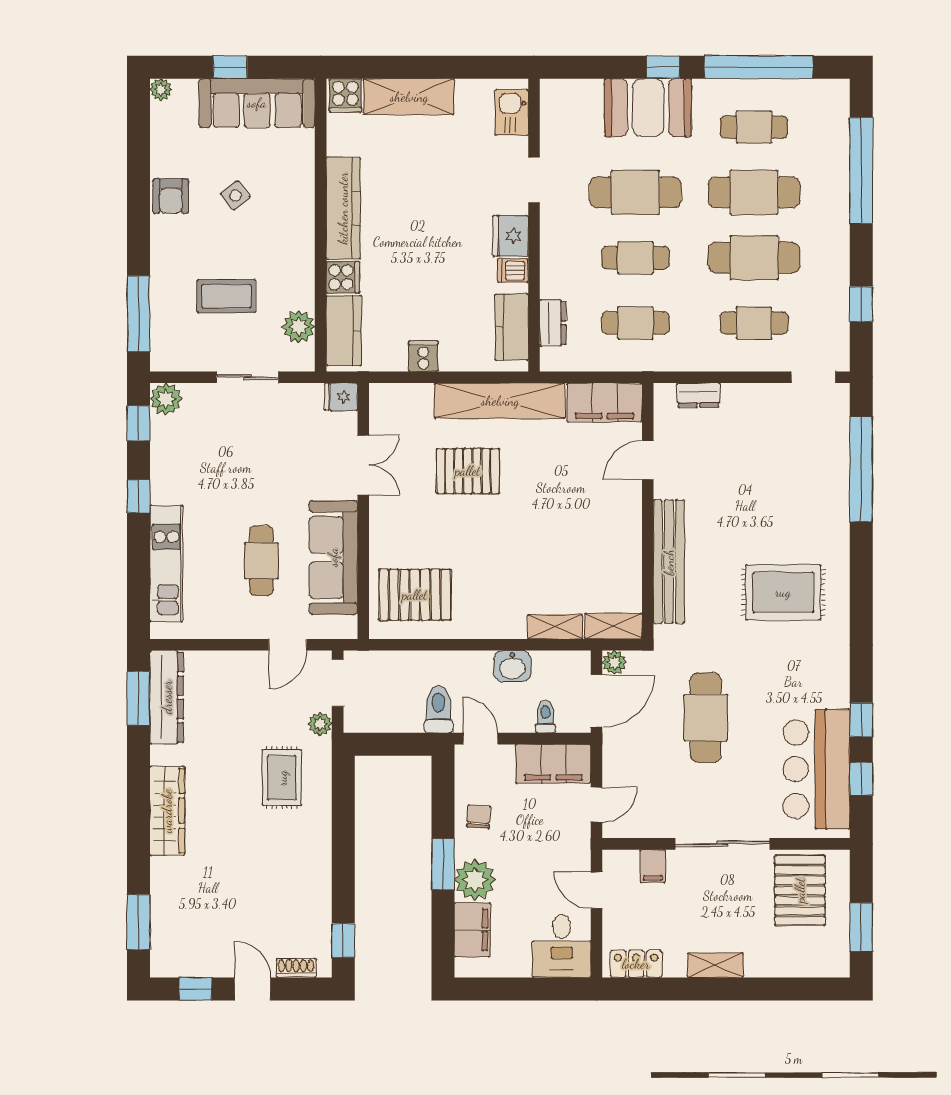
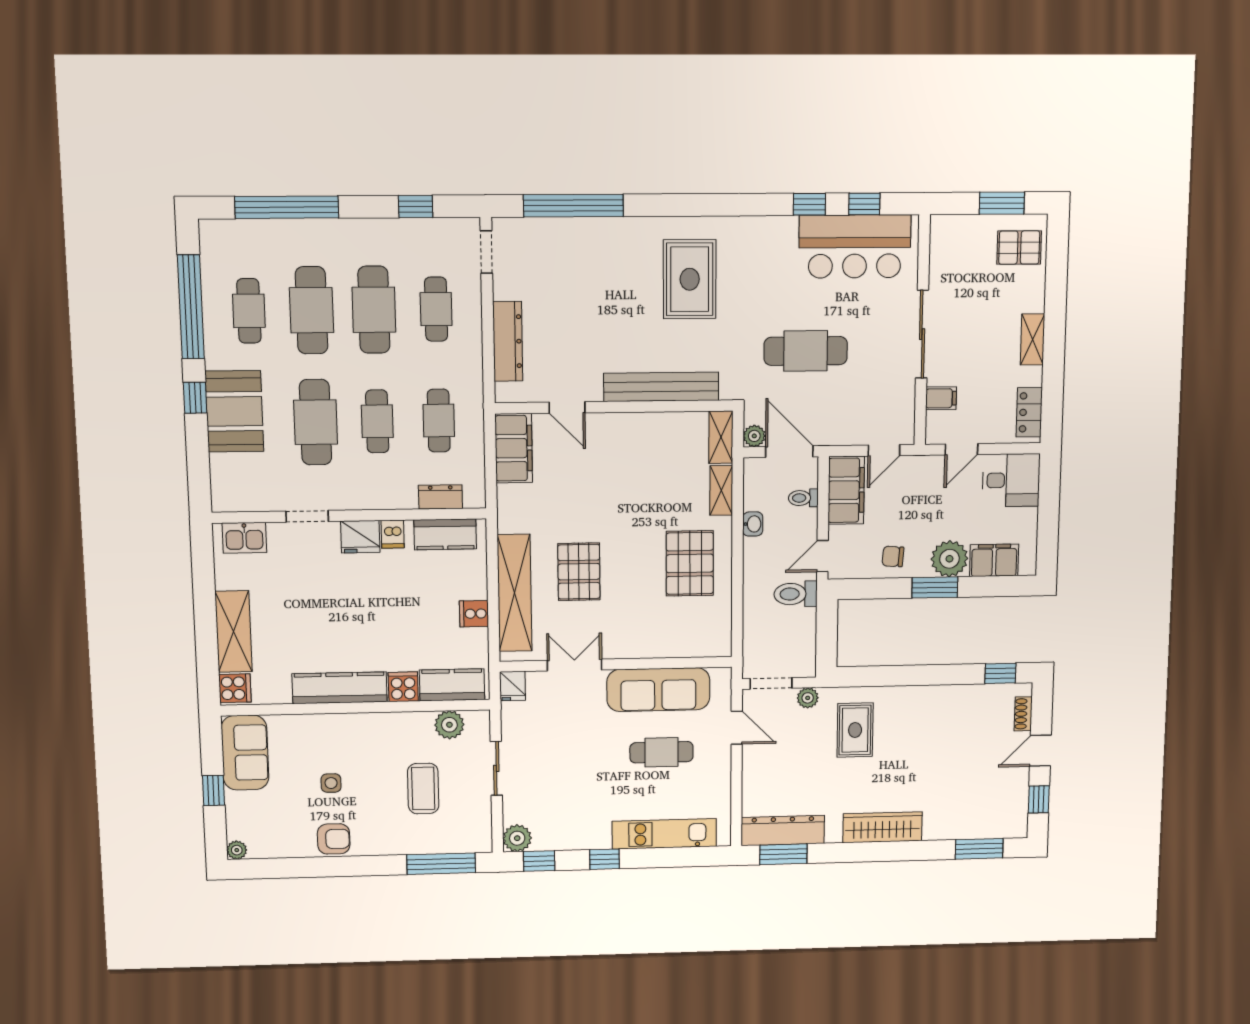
sofa: (257, 103) -> (245, 753), width x0.73
side table: (235, 195) -> (331, 783), turned 38
dresser: (698, 395) -> (508, 341), width x1.96, depth x1.24
shelving: (500, 401) -> (515, 593), moved
pallet: (415, 595) -> (690, 563), moved
washbasin: (512, 666) -> (753, 524), width x0.72, depth x0.69
rug: (282, 778) -> (855, 730), turned 90
door: (597, 805) -> (884, 450), swing flipped
pallet: (800, 890) -> (1019, 248), moved, width x0.67, depth x0.71

